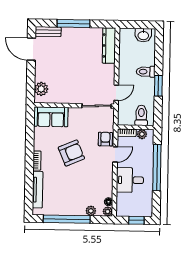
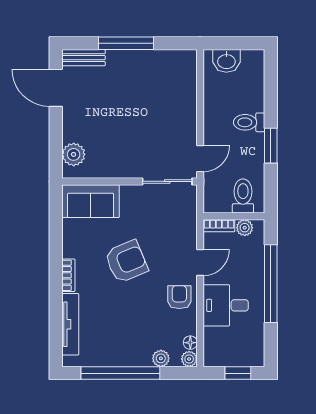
washbasin: (143, 35) -> (226, 61), moved
dresser: (109, 46) -> (186, 79), removed
armchair: (105, 139) -> (179, 297), moved

